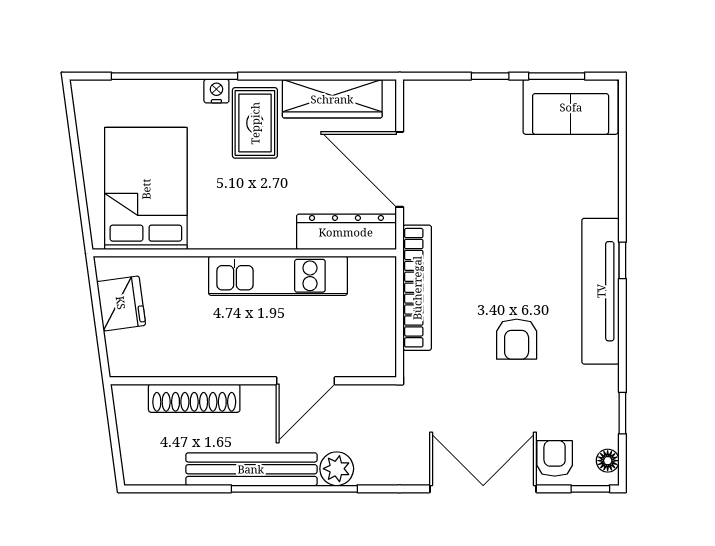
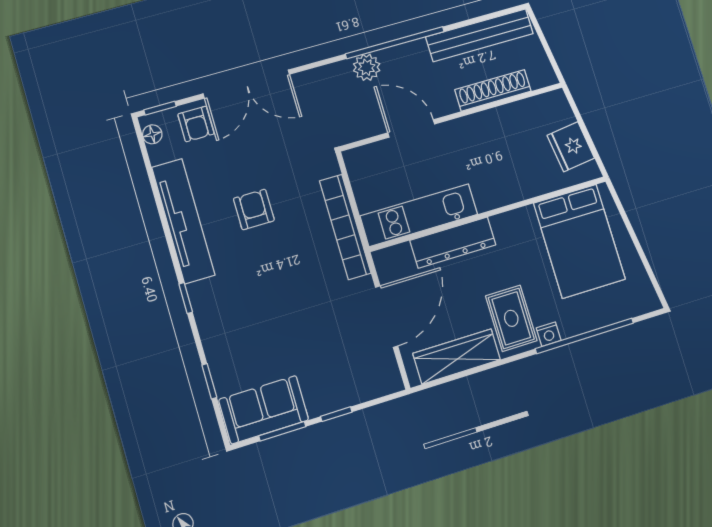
door: (400, 169) -> (387, 317), hinge flipped
dresser: (346, 232) -> (453, 243), moved
kitchen unit: (278, 276) -> (419, 215), moved
tv unit: (601, 291) -> (183, 221), moved
door: (306, 381) -> (411, 128), hinge flipped
window: (622, 413) -> (209, 381), moved
bench: (251, 469) -> (480, 35), moved

